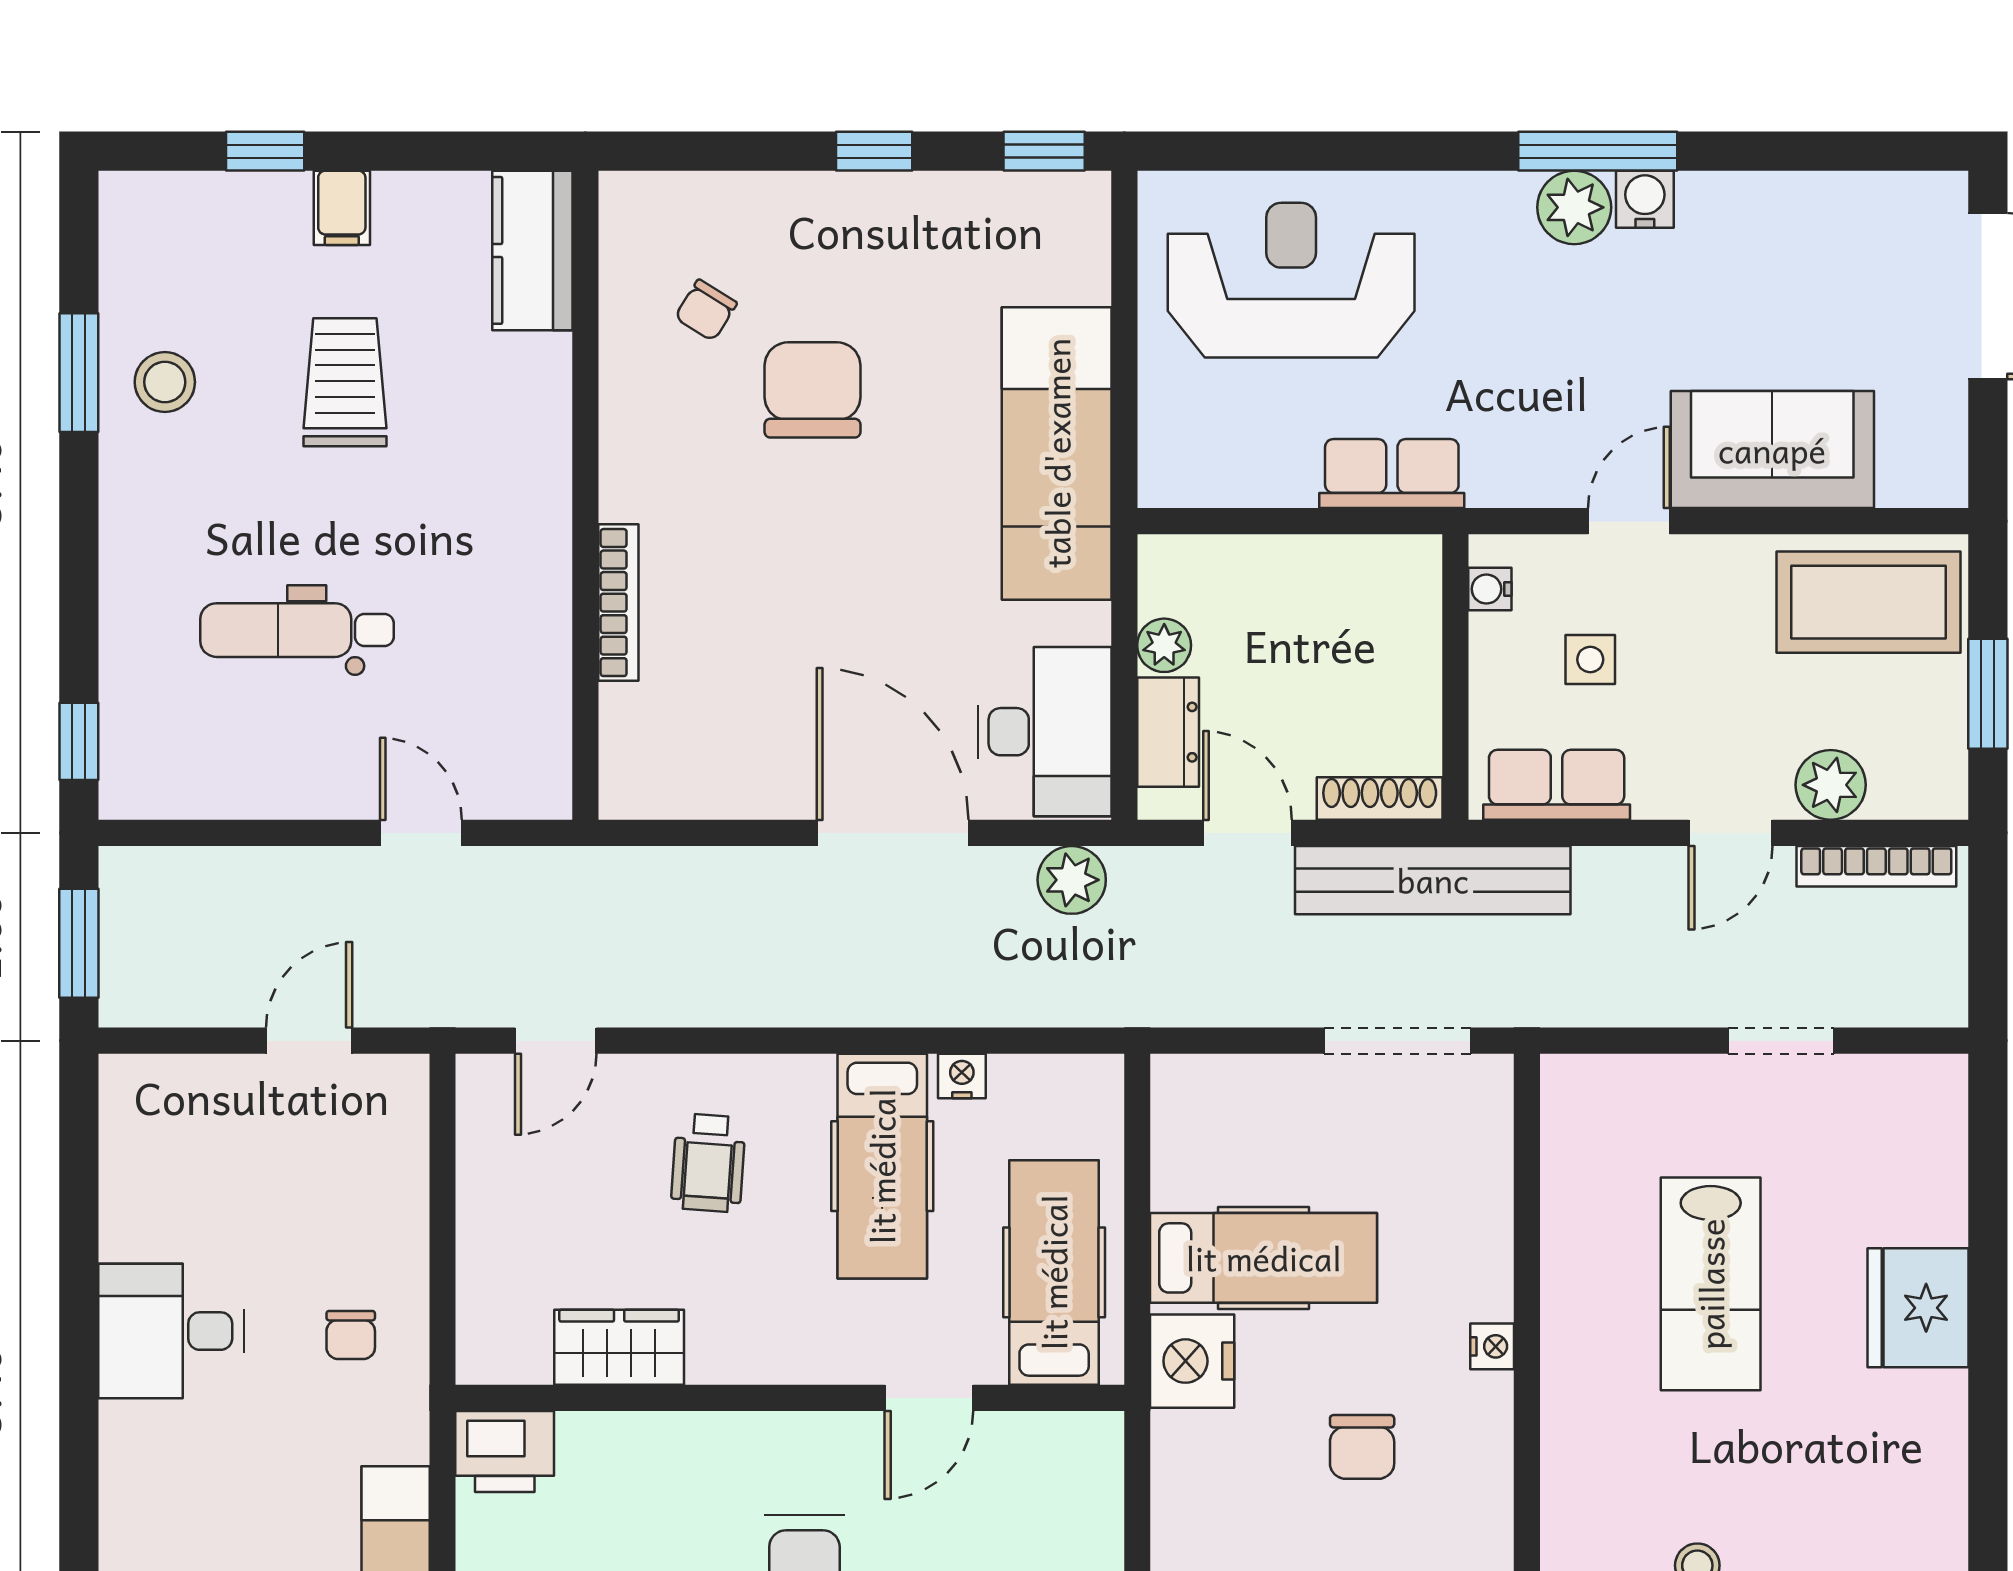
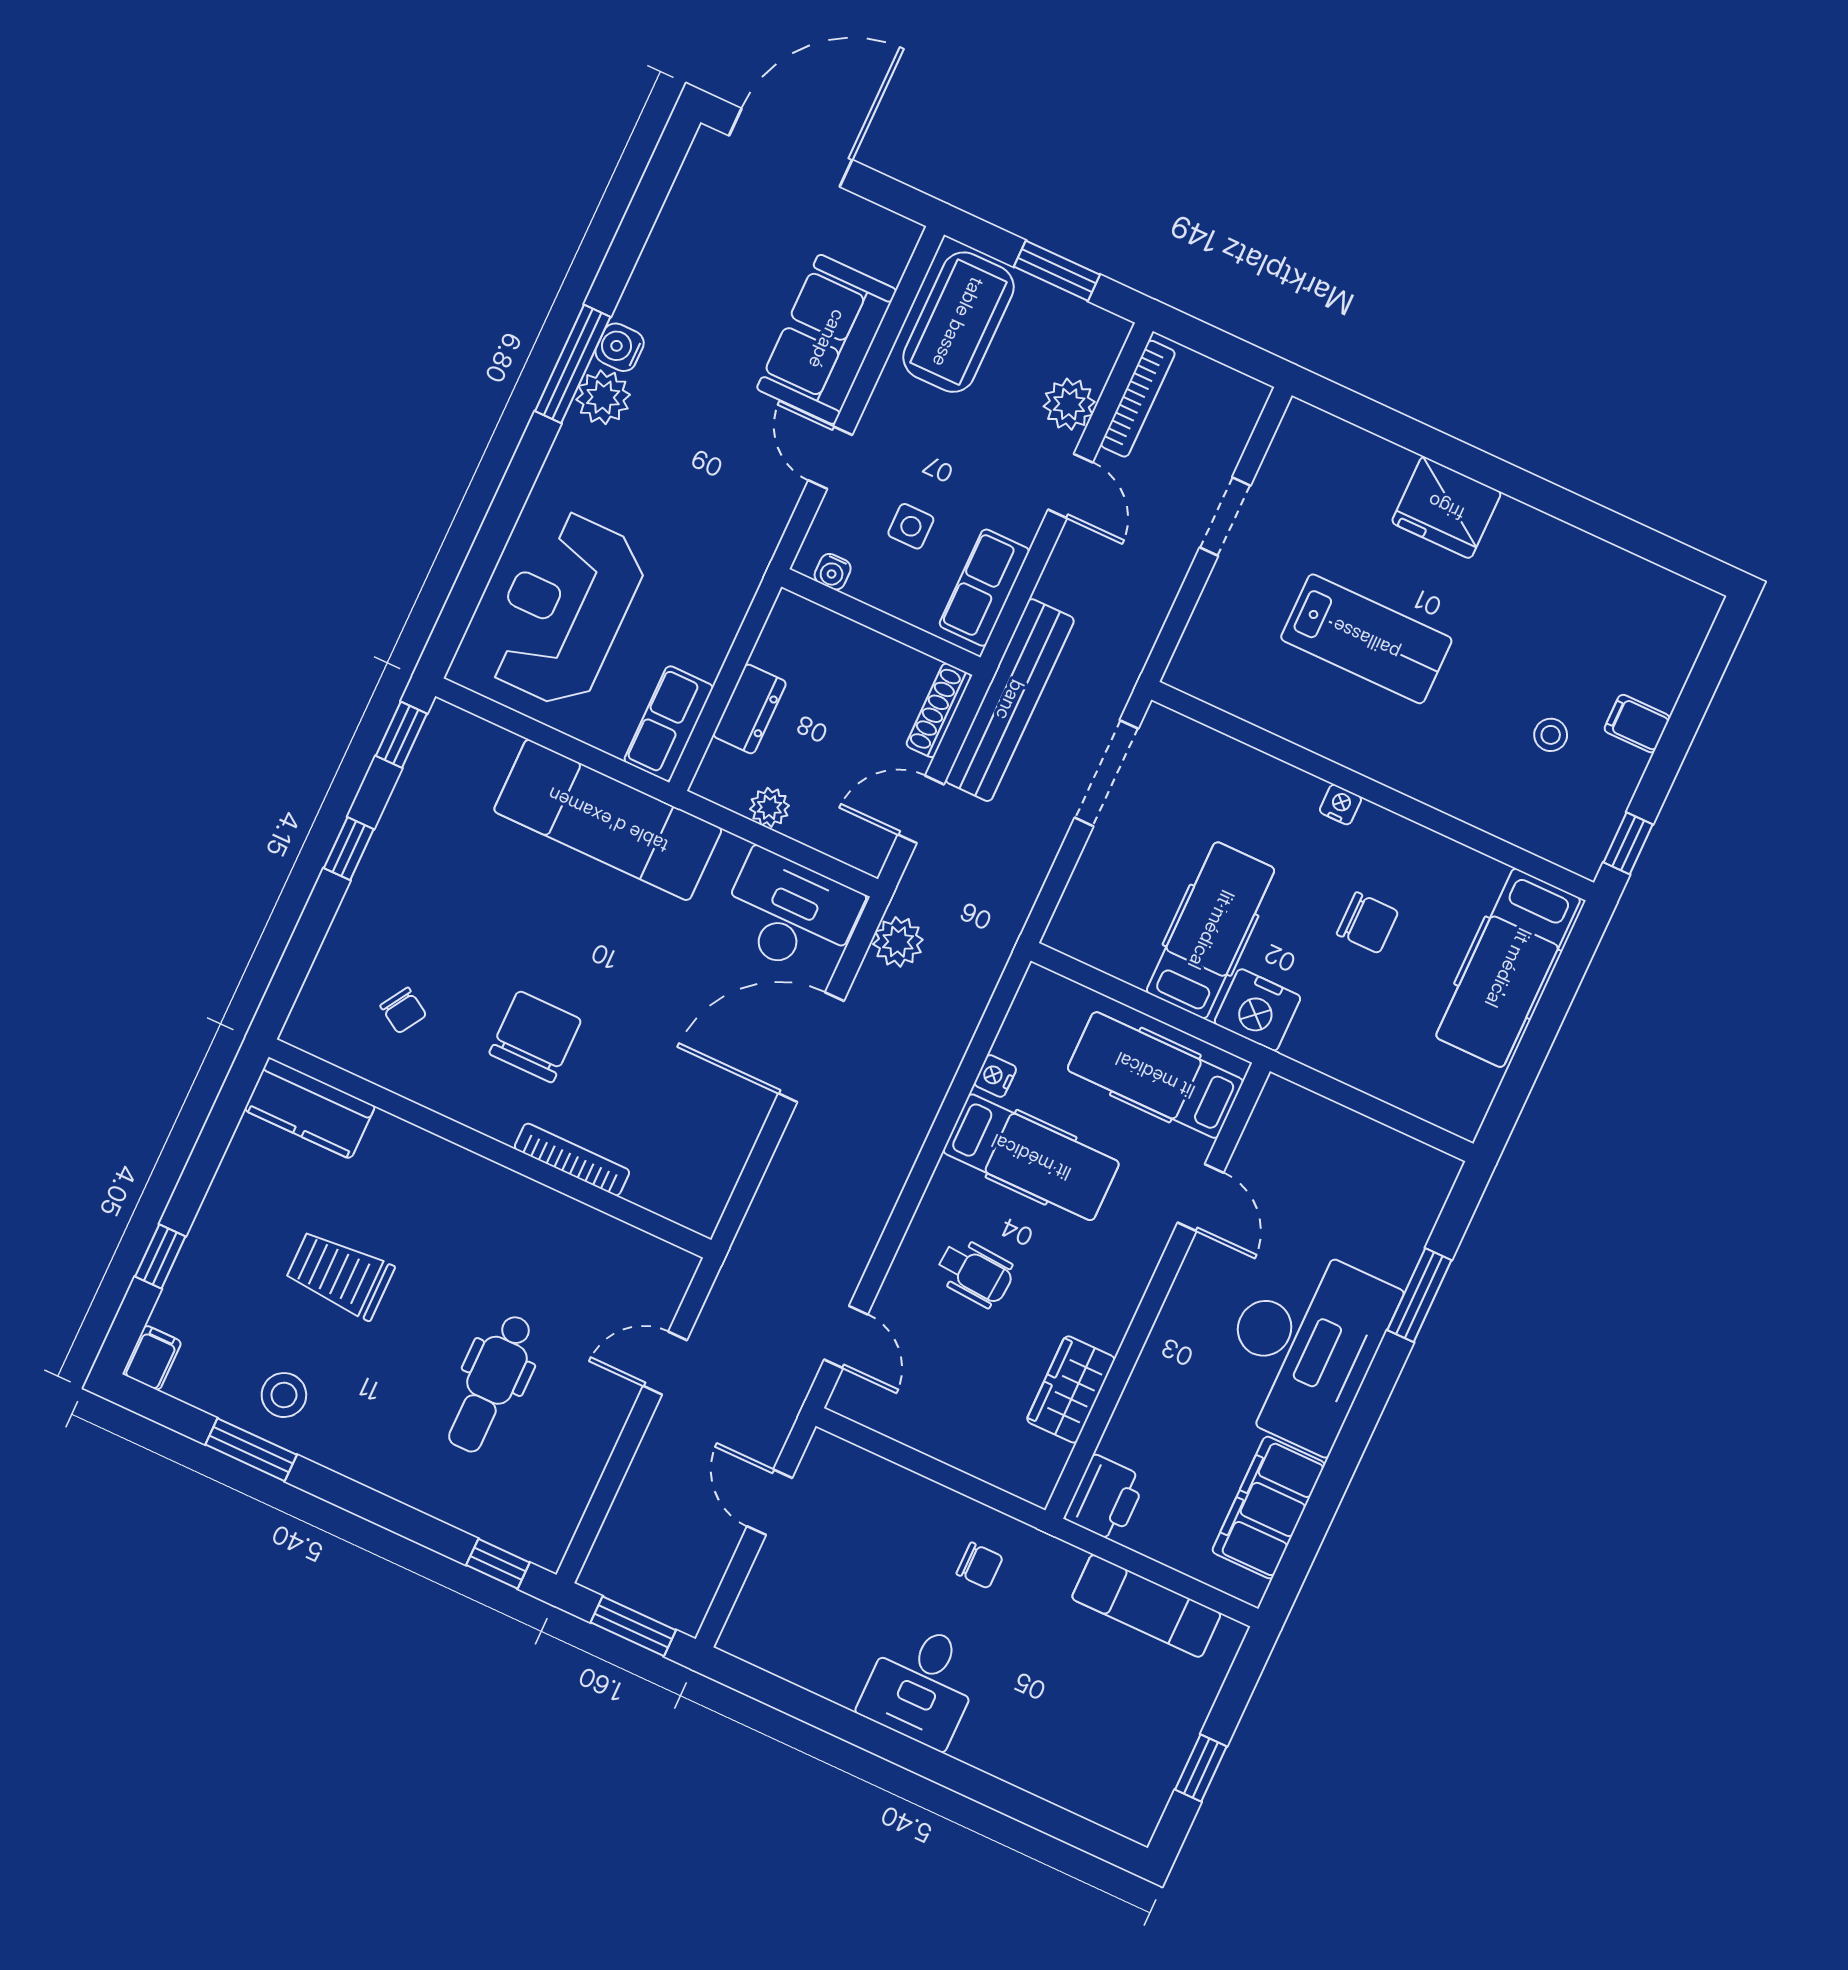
filing cabinet: (342, 208) -> (152, 1358), moved, turned -90
chair: (813, 390) -> (535, 1037), moved, turned 90
row of seats: (1392, 474) -> (669, 724), moved
dresser: (1168, 732) -> (750, 709), moved, turned 90

